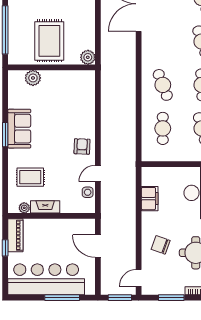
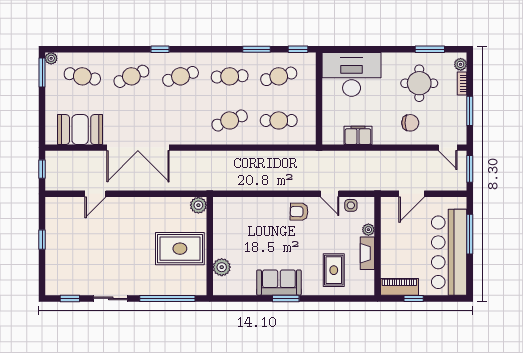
plant: (24, 208) -> (368, 230), moved
chair: (161, 245) -> (410, 123), turned -110

